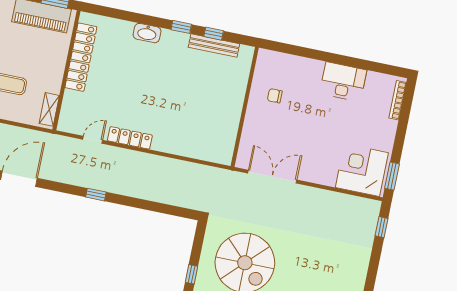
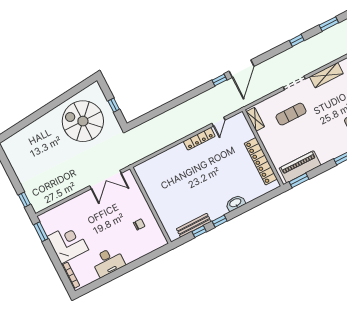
corner desk: (362, 170) -> (68, 243), moved, turned -90
window: (96, 195) -> (219, 80), moved
window: (191, 274) -> (114, 105), moved

